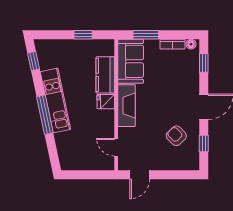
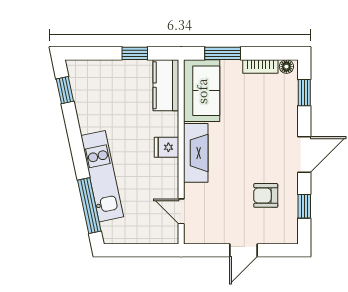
kitchen counter: (105, 75) -> (166, 85), moved
kitchen unit: (55, 100) -> (102, 176), moved
window: (45, 115) -> (89, 206), moved
armchair: (176, 136) -> (266, 195), turned -46
door: (140, 175) -> (244, 250), moved

